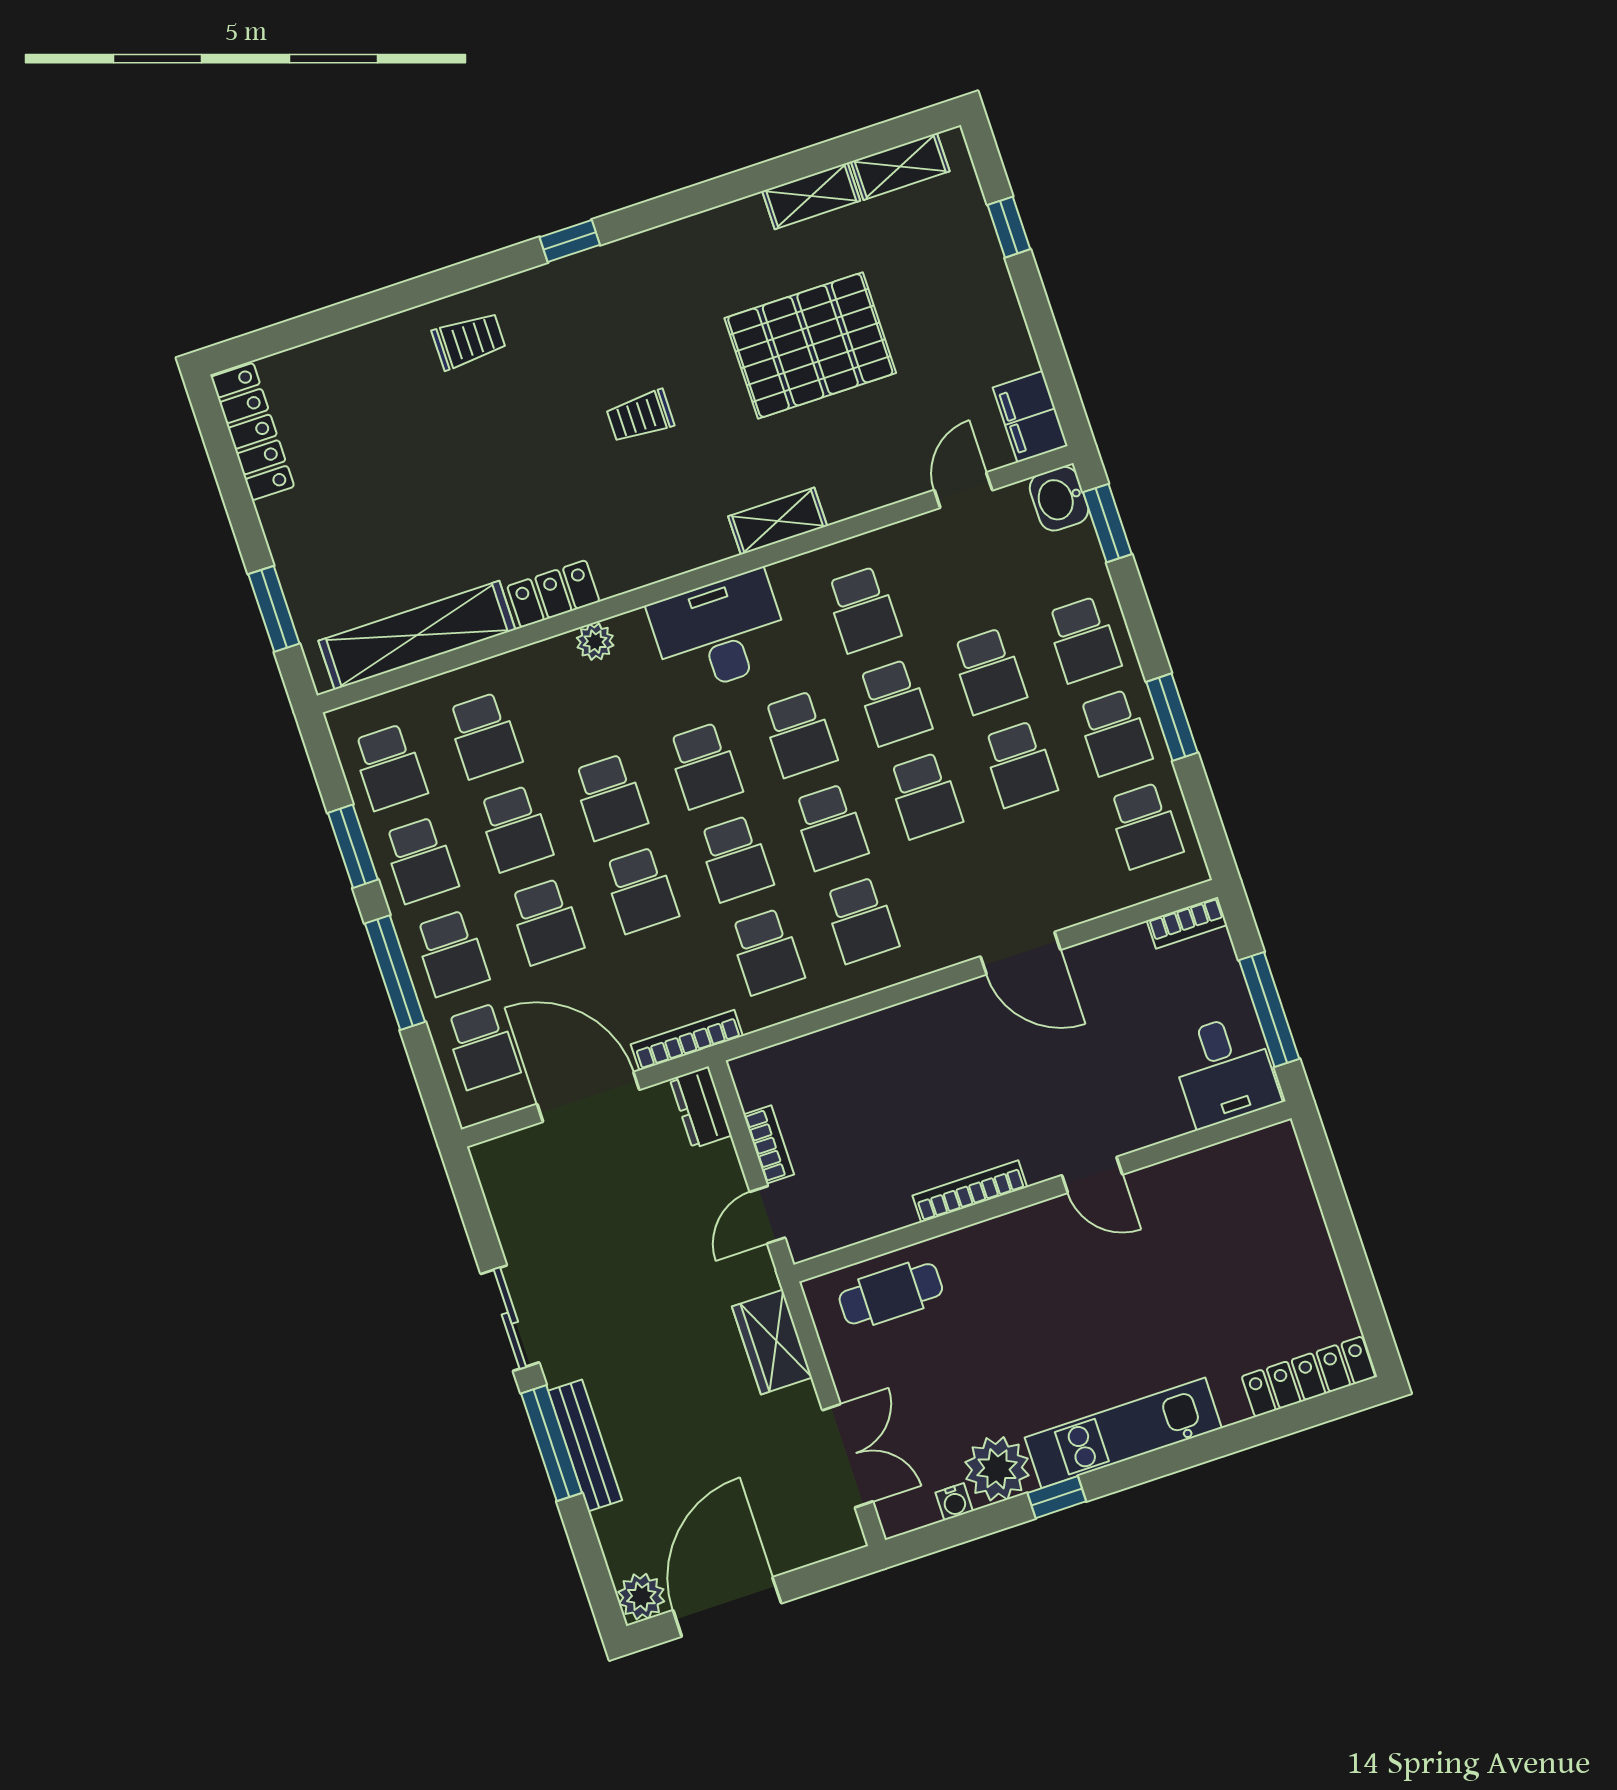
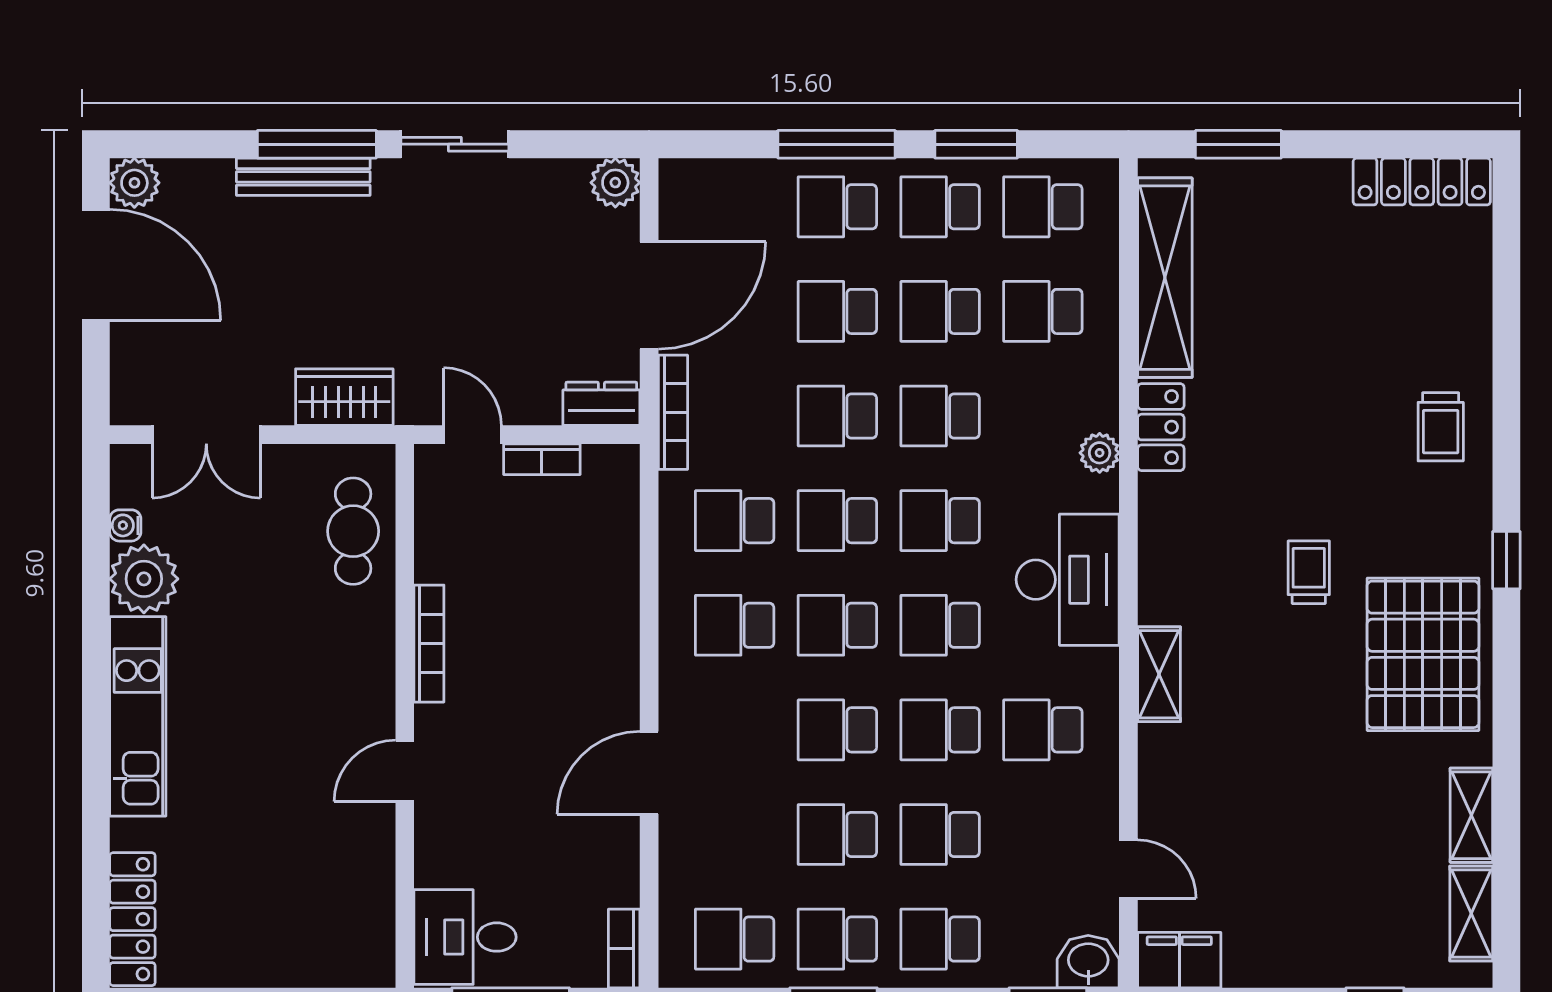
pallet: (810, 345) -> (1423, 654), moved
school desk: (482, 1046) -> (735, 207), removed
plant: (496, 1161) -> (615, 183), added
window: (1057, 1497) -> (96, 629), removed

